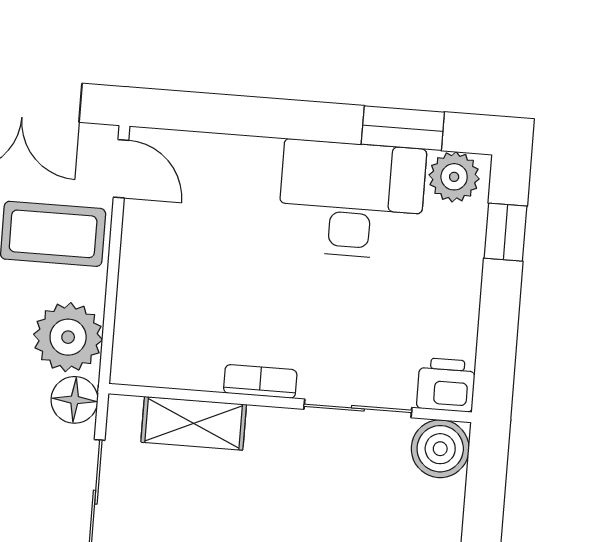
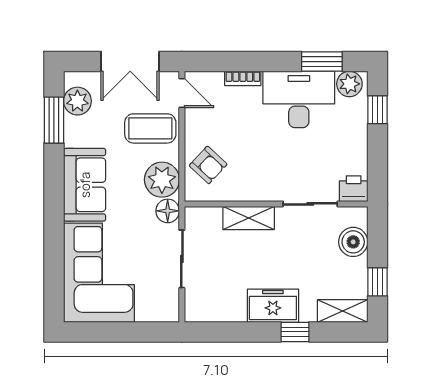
armchair: (162, 315) -> (208, 165), added
bookcase: (260, 381) -> (243, 78), moved, turned 180
shelving: (194, 423) -> (249, 218), moved
boiler: (440, 449) -> (353, 242), moved

